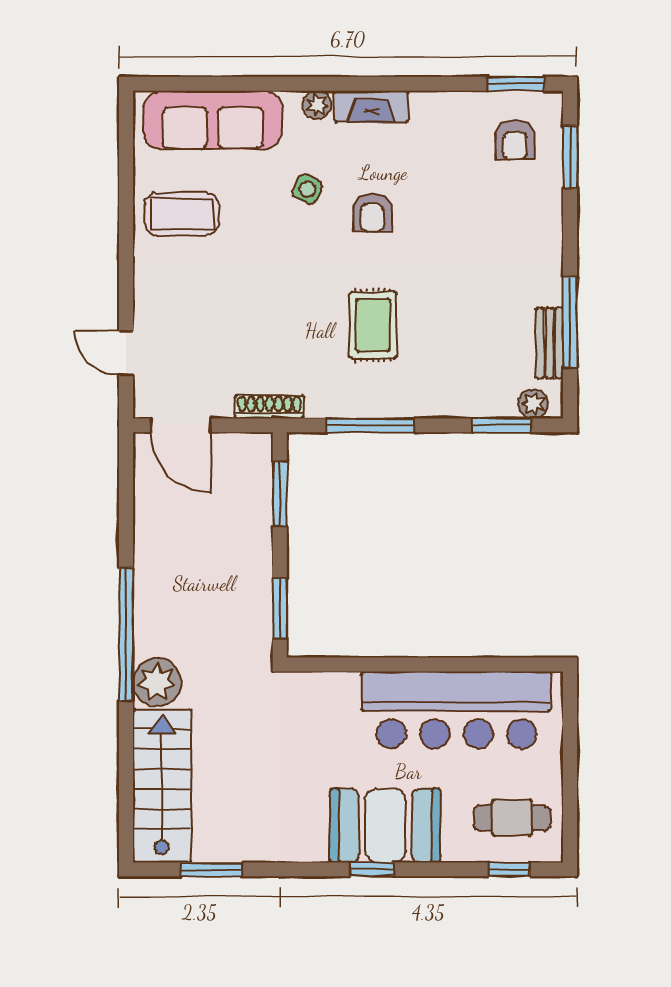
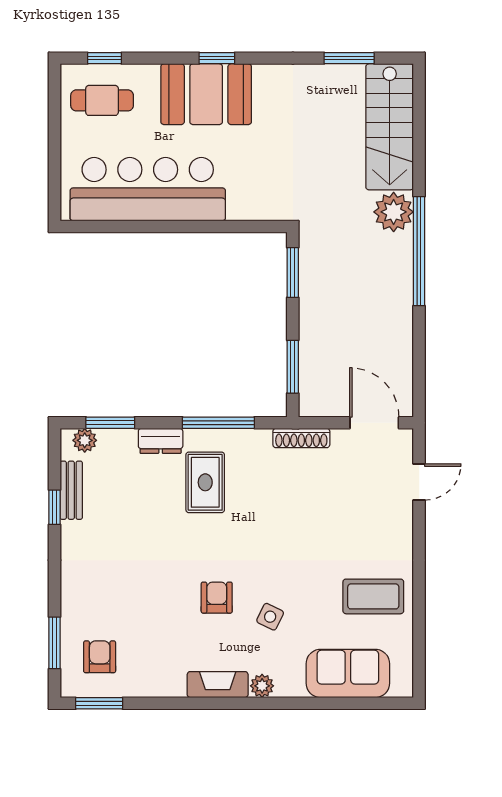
sofa: (213, 120) -> (348, 673), width x0.73
window: (570, 322) -> (54, 507), width x0.46
rug: (373, 325) -> (205, 482), moved
door: (126, 353) -> (419, 482), hinge flipped
dresser: (441, 403) -> (161, 441), added

